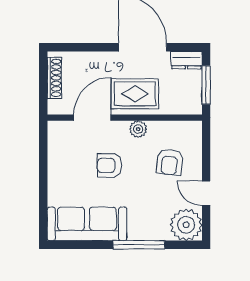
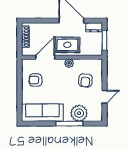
armchair: (109, 165) -> (36, 80), moved
door: (206, 193) -> (104, 97), swing flipped
plant: (186, 225) -> (79, 113), moved

